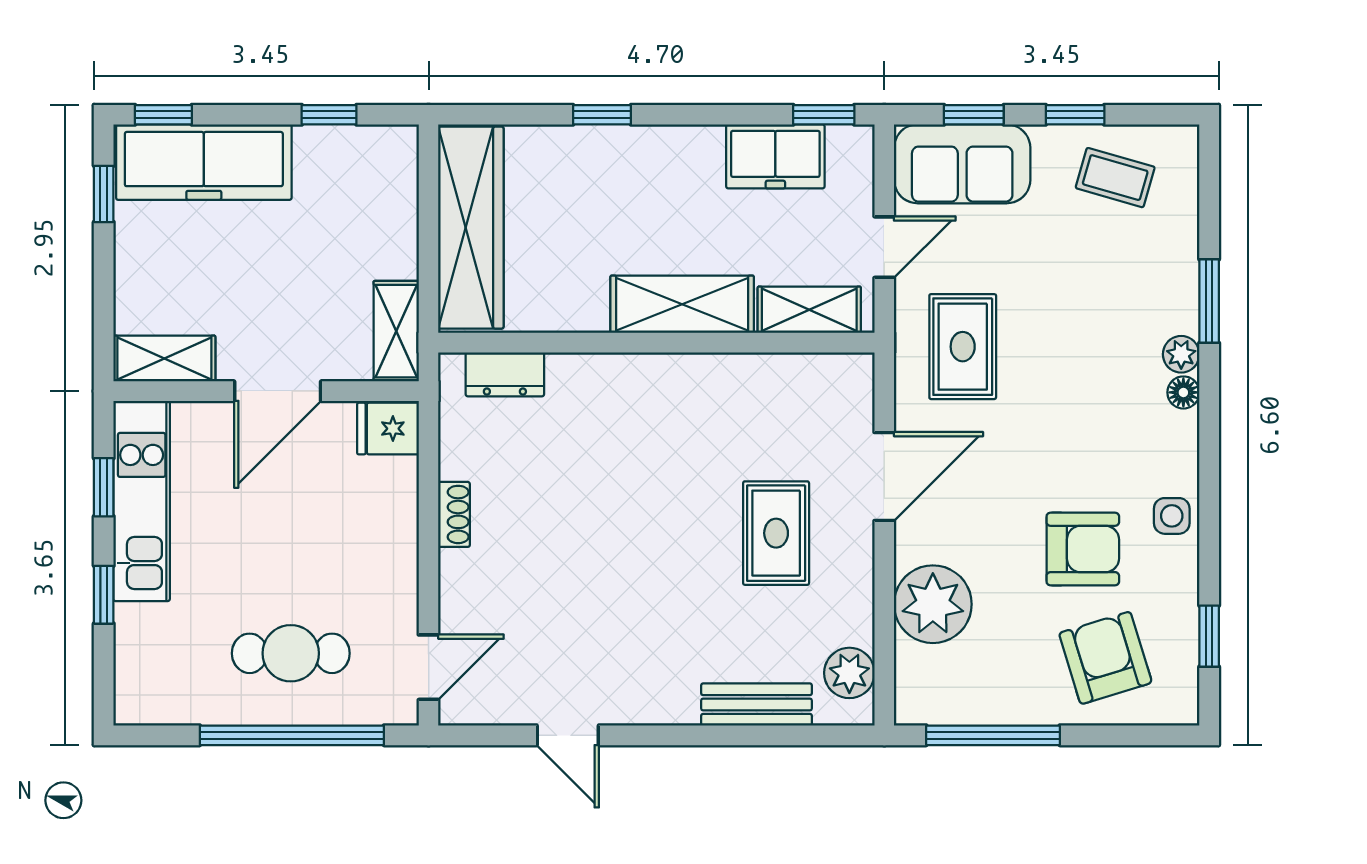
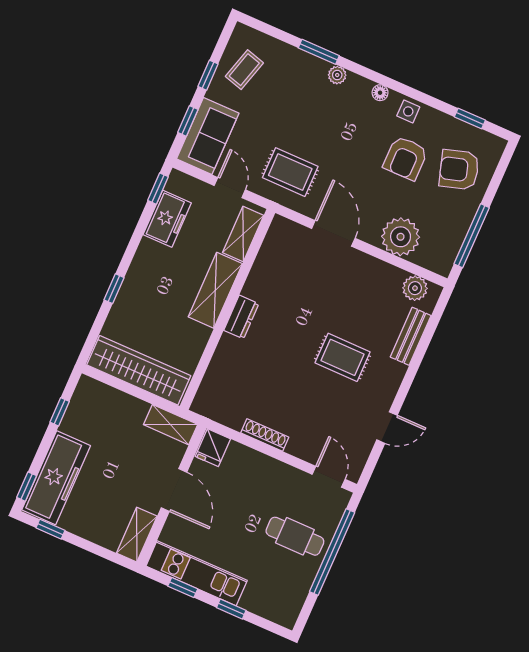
dresser: (505, 374) -> (241, 317), moved
floor lamp: (1183, 392) -> (380, 93), moved
shoe rack: (454, 514) -> (265, 435), width x1.43
rug: (776, 533) -> (343, 357), moved
armchair: (1083, 549) -> (405, 158), turned 180
cafe table: (291, 653) -> (295, 536), turned 90

